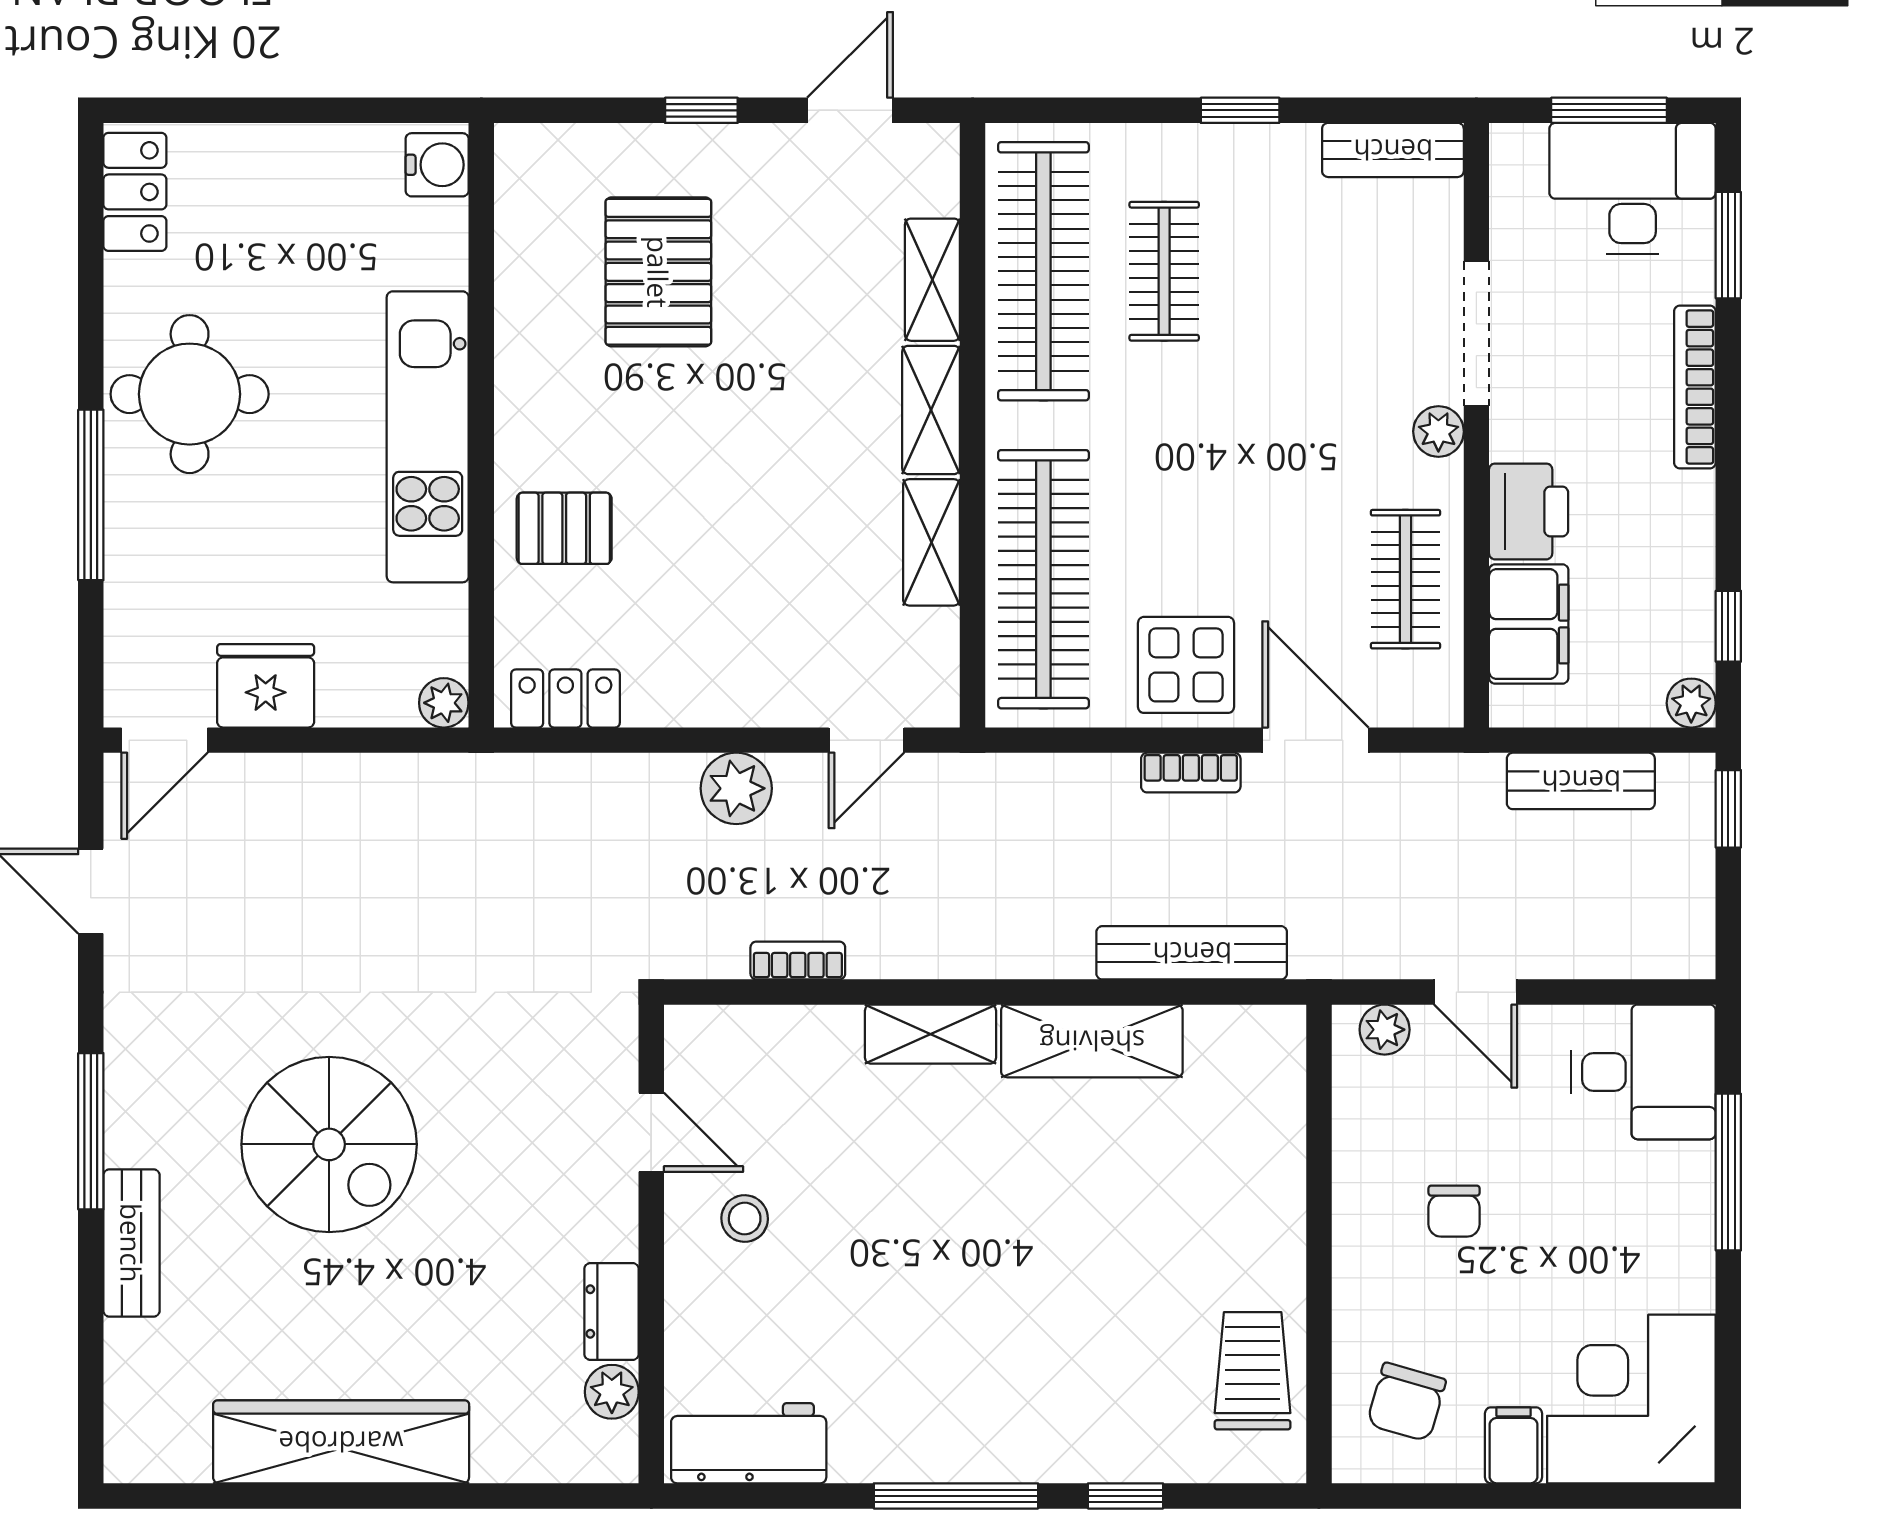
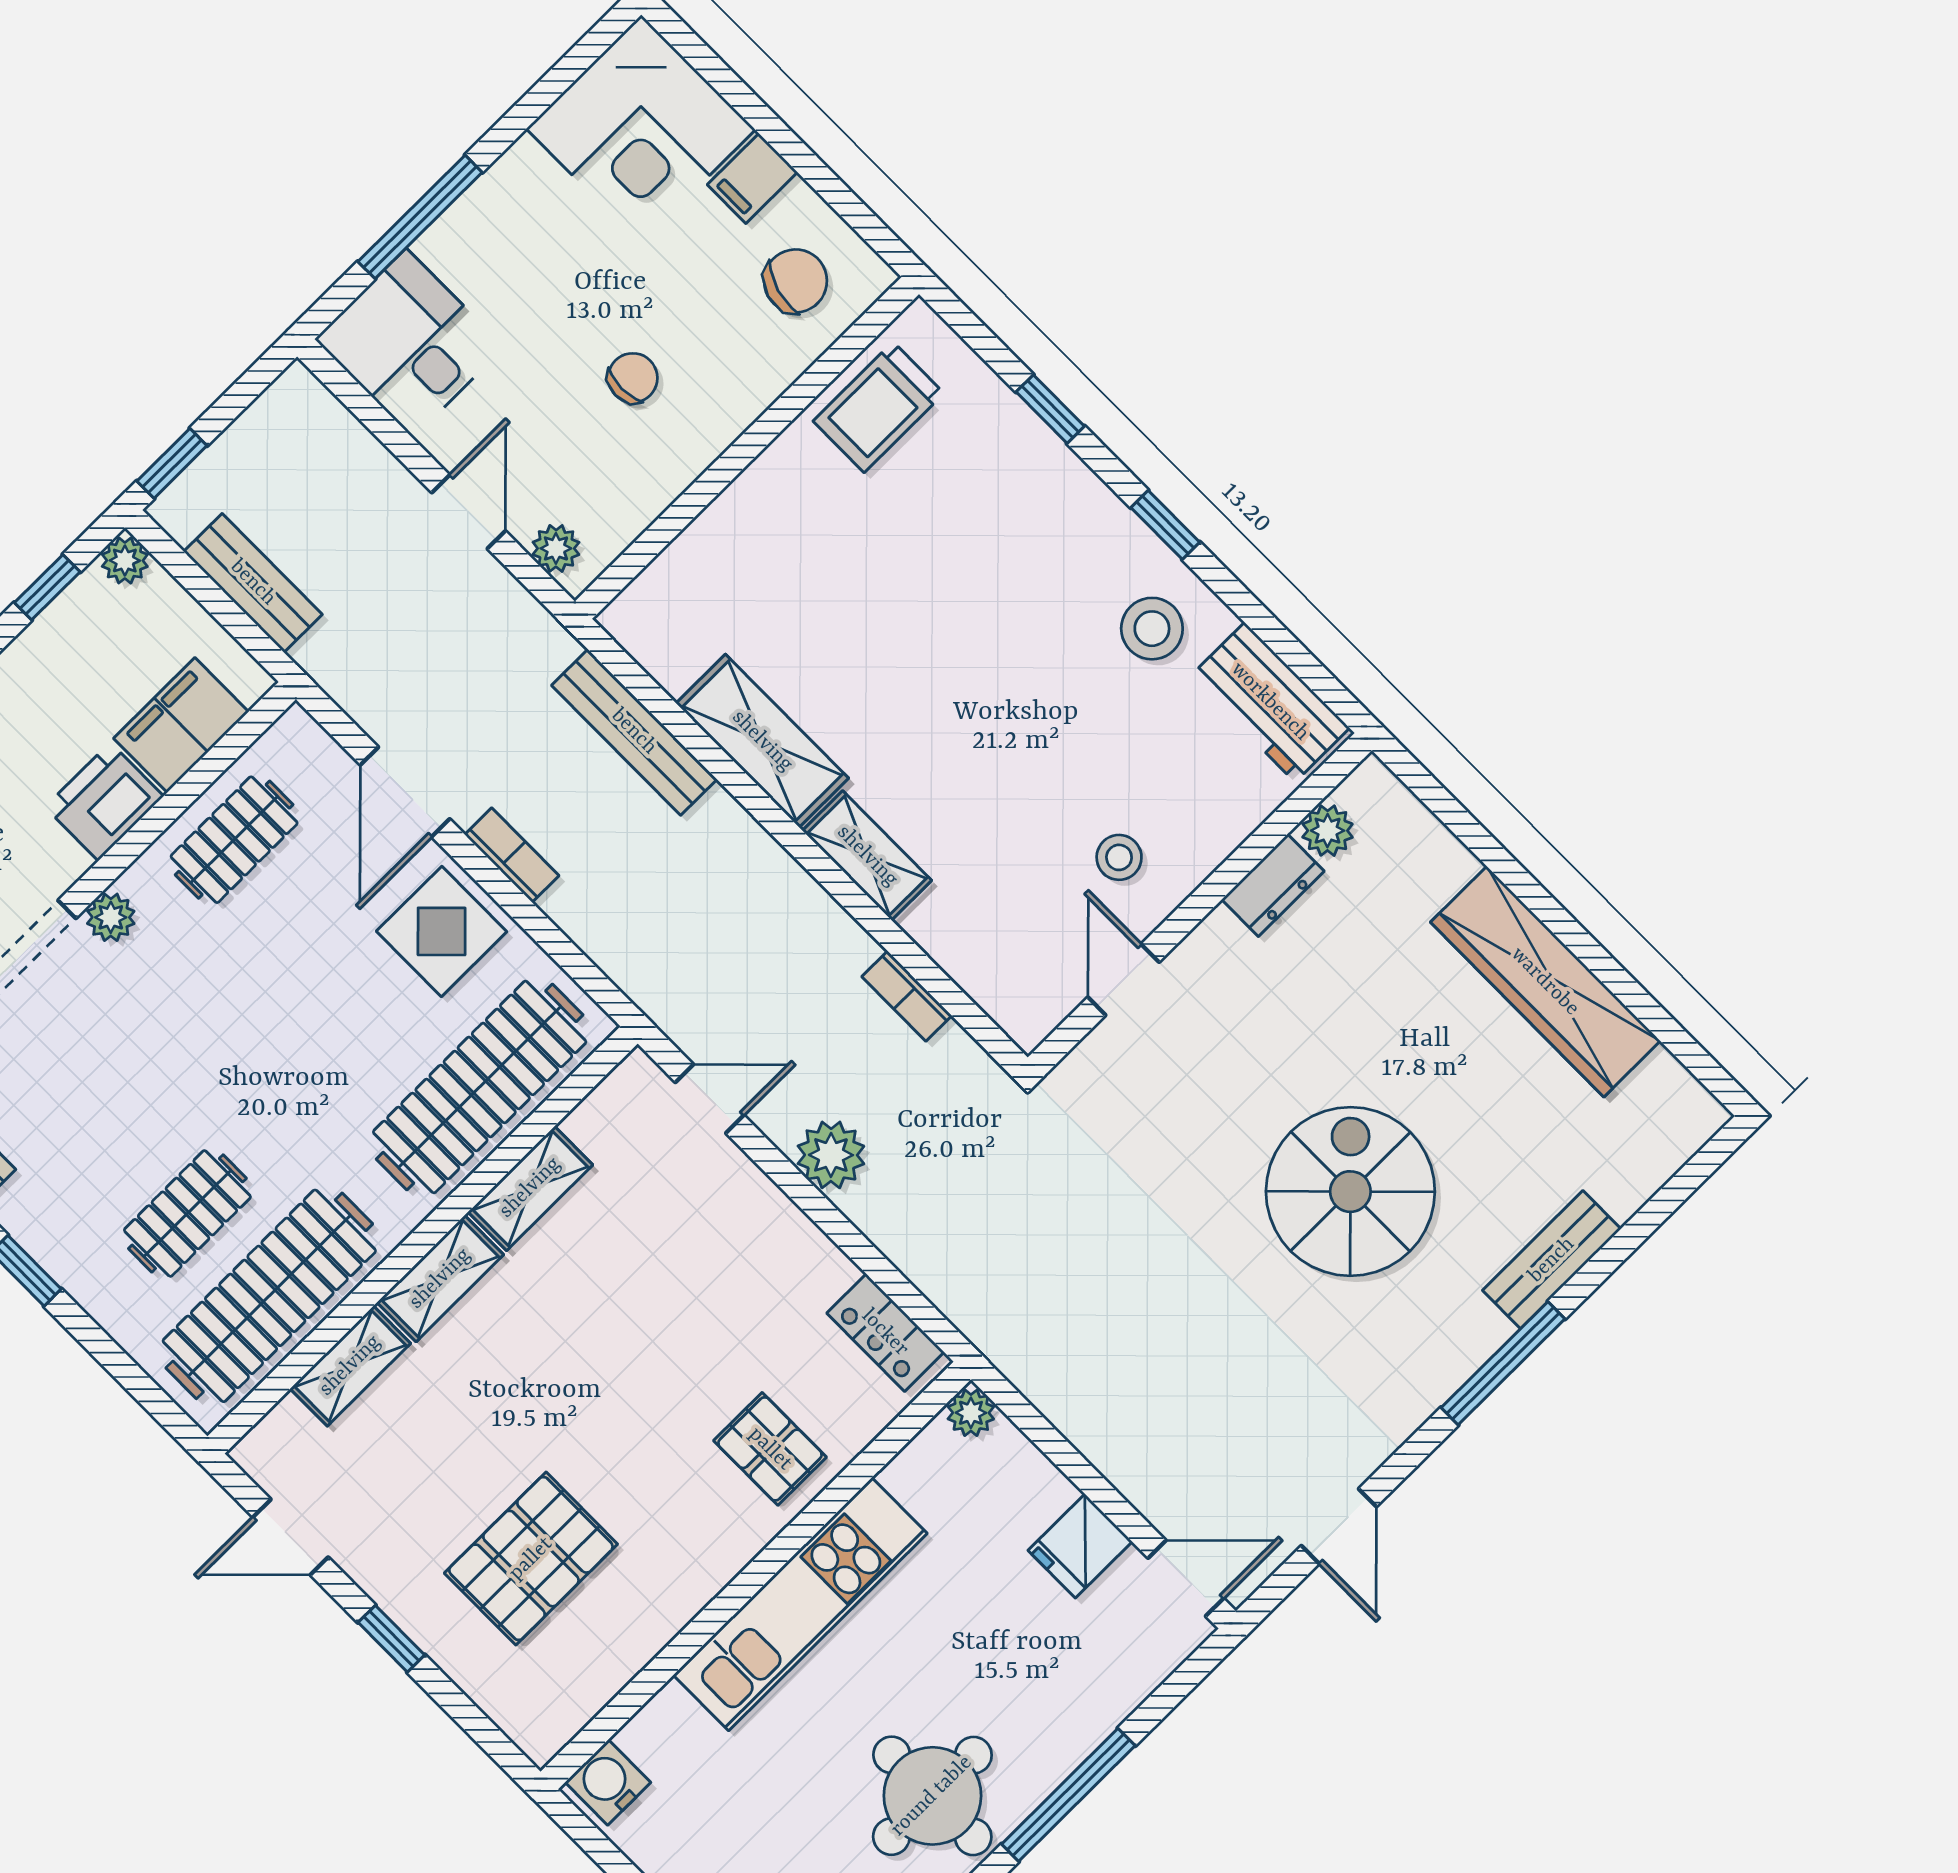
fridge: (266, 686) -> (1080, 1546), width x0.72
stool: (889, 1410) -> (1152, 629), added
window: (956, 1496) -> (1165, 525), width x0.46

